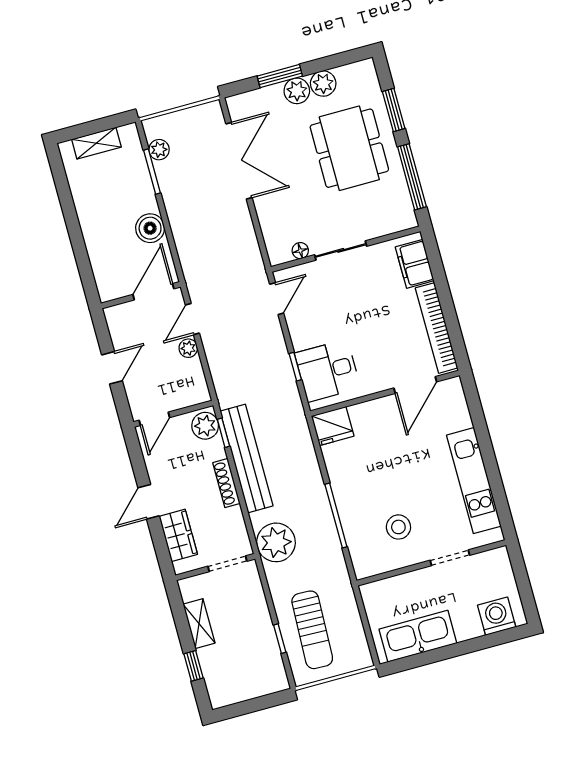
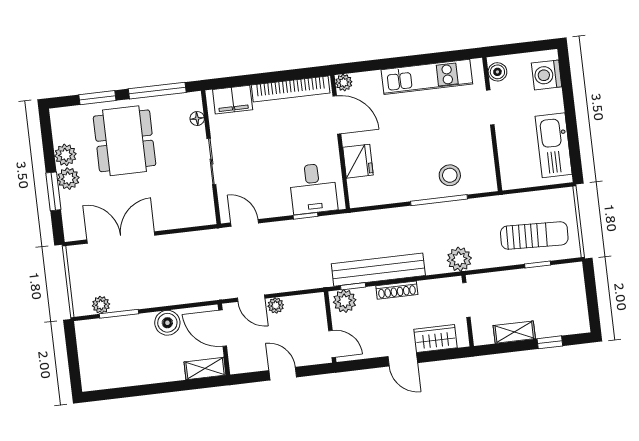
shelving: (96, 143) -> (205, 368), moved, turned 90
dining table: (349, 148) -> (125, 141), turned 90
floor lamp: (300, 251) -> (197, 119), moved
plant: (453, 387) -> (344, 83), added
fridge: (333, 426) -> (358, 161), moved
stool: (398, 527) -> (450, 175), moved
plant: (276, 542) -> (459, 259), width x0.73, depth x0.73
boiler: (492, 560) -> (497, 72), added

